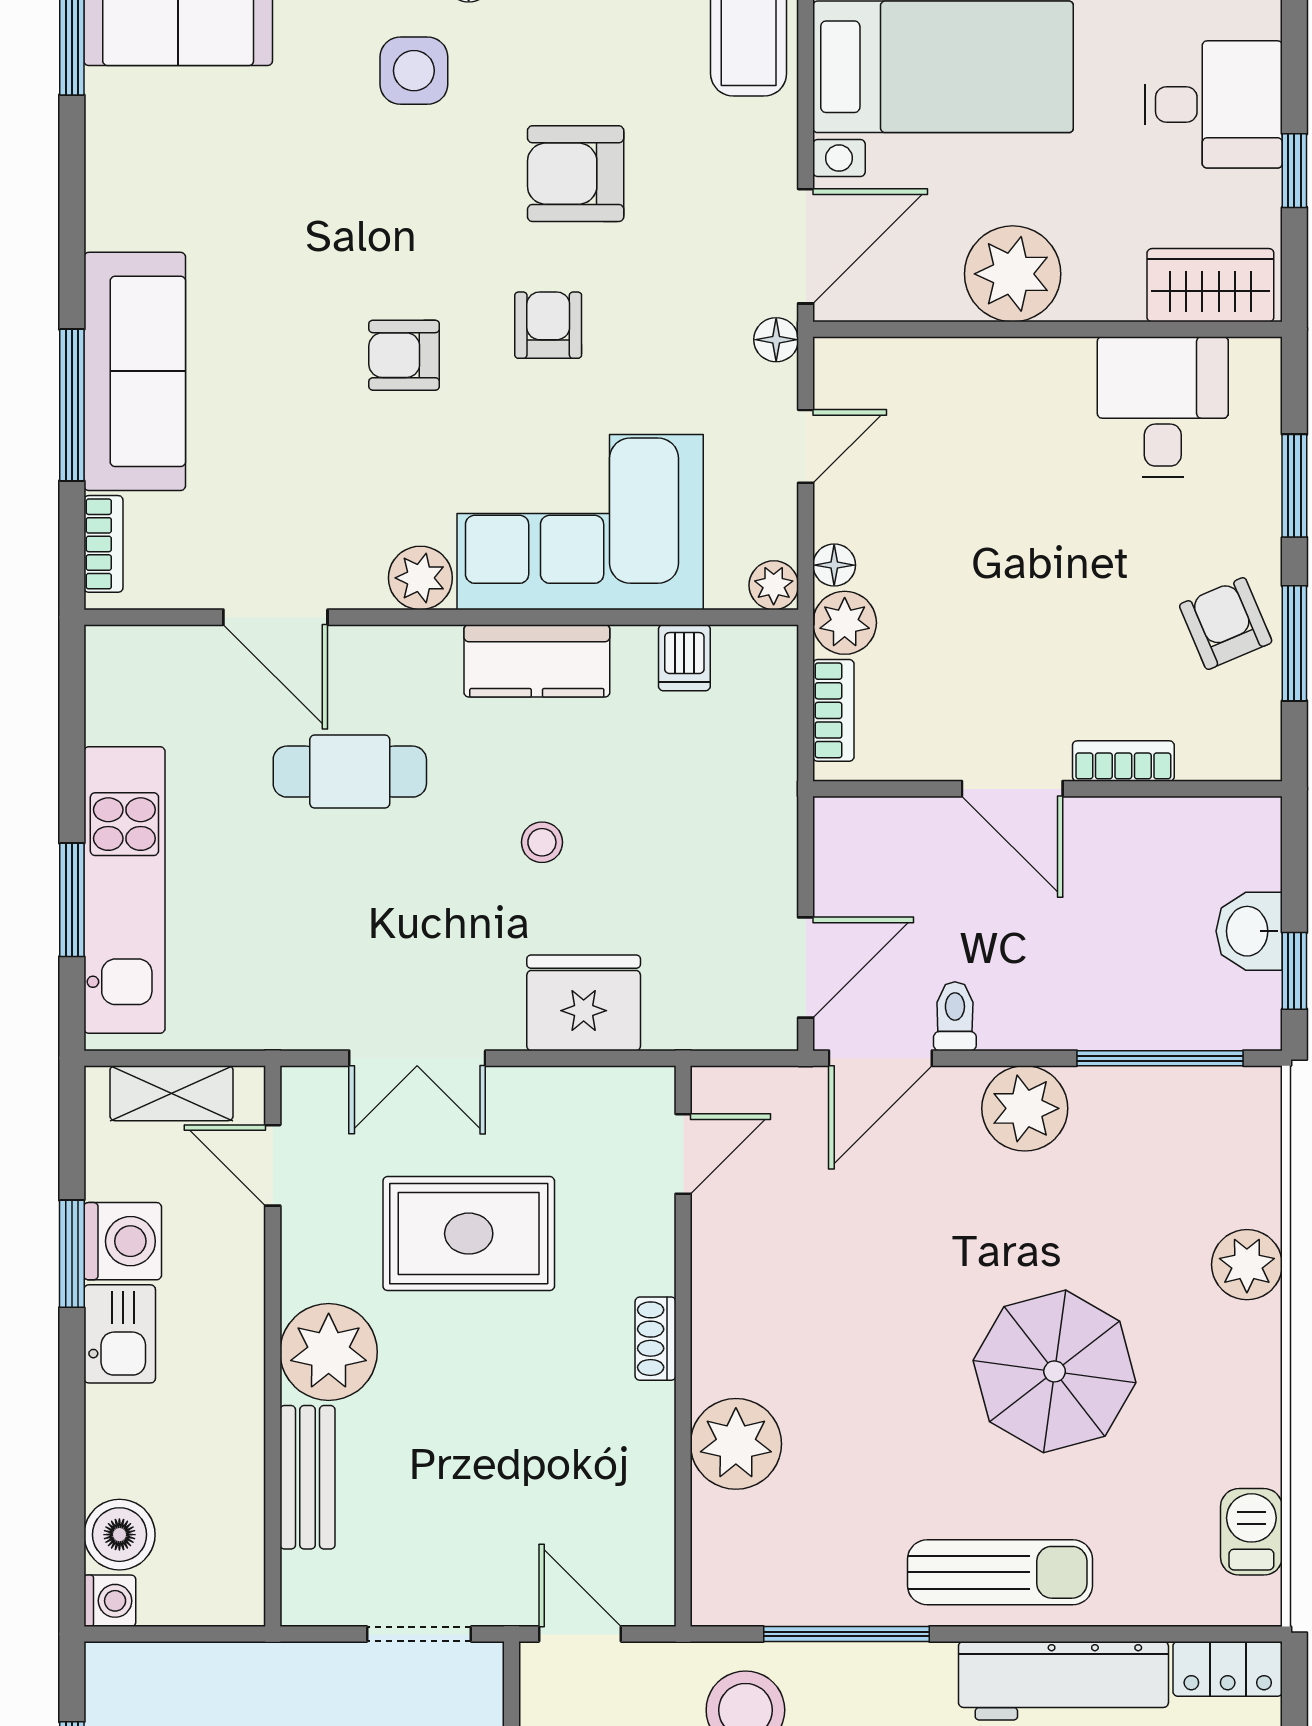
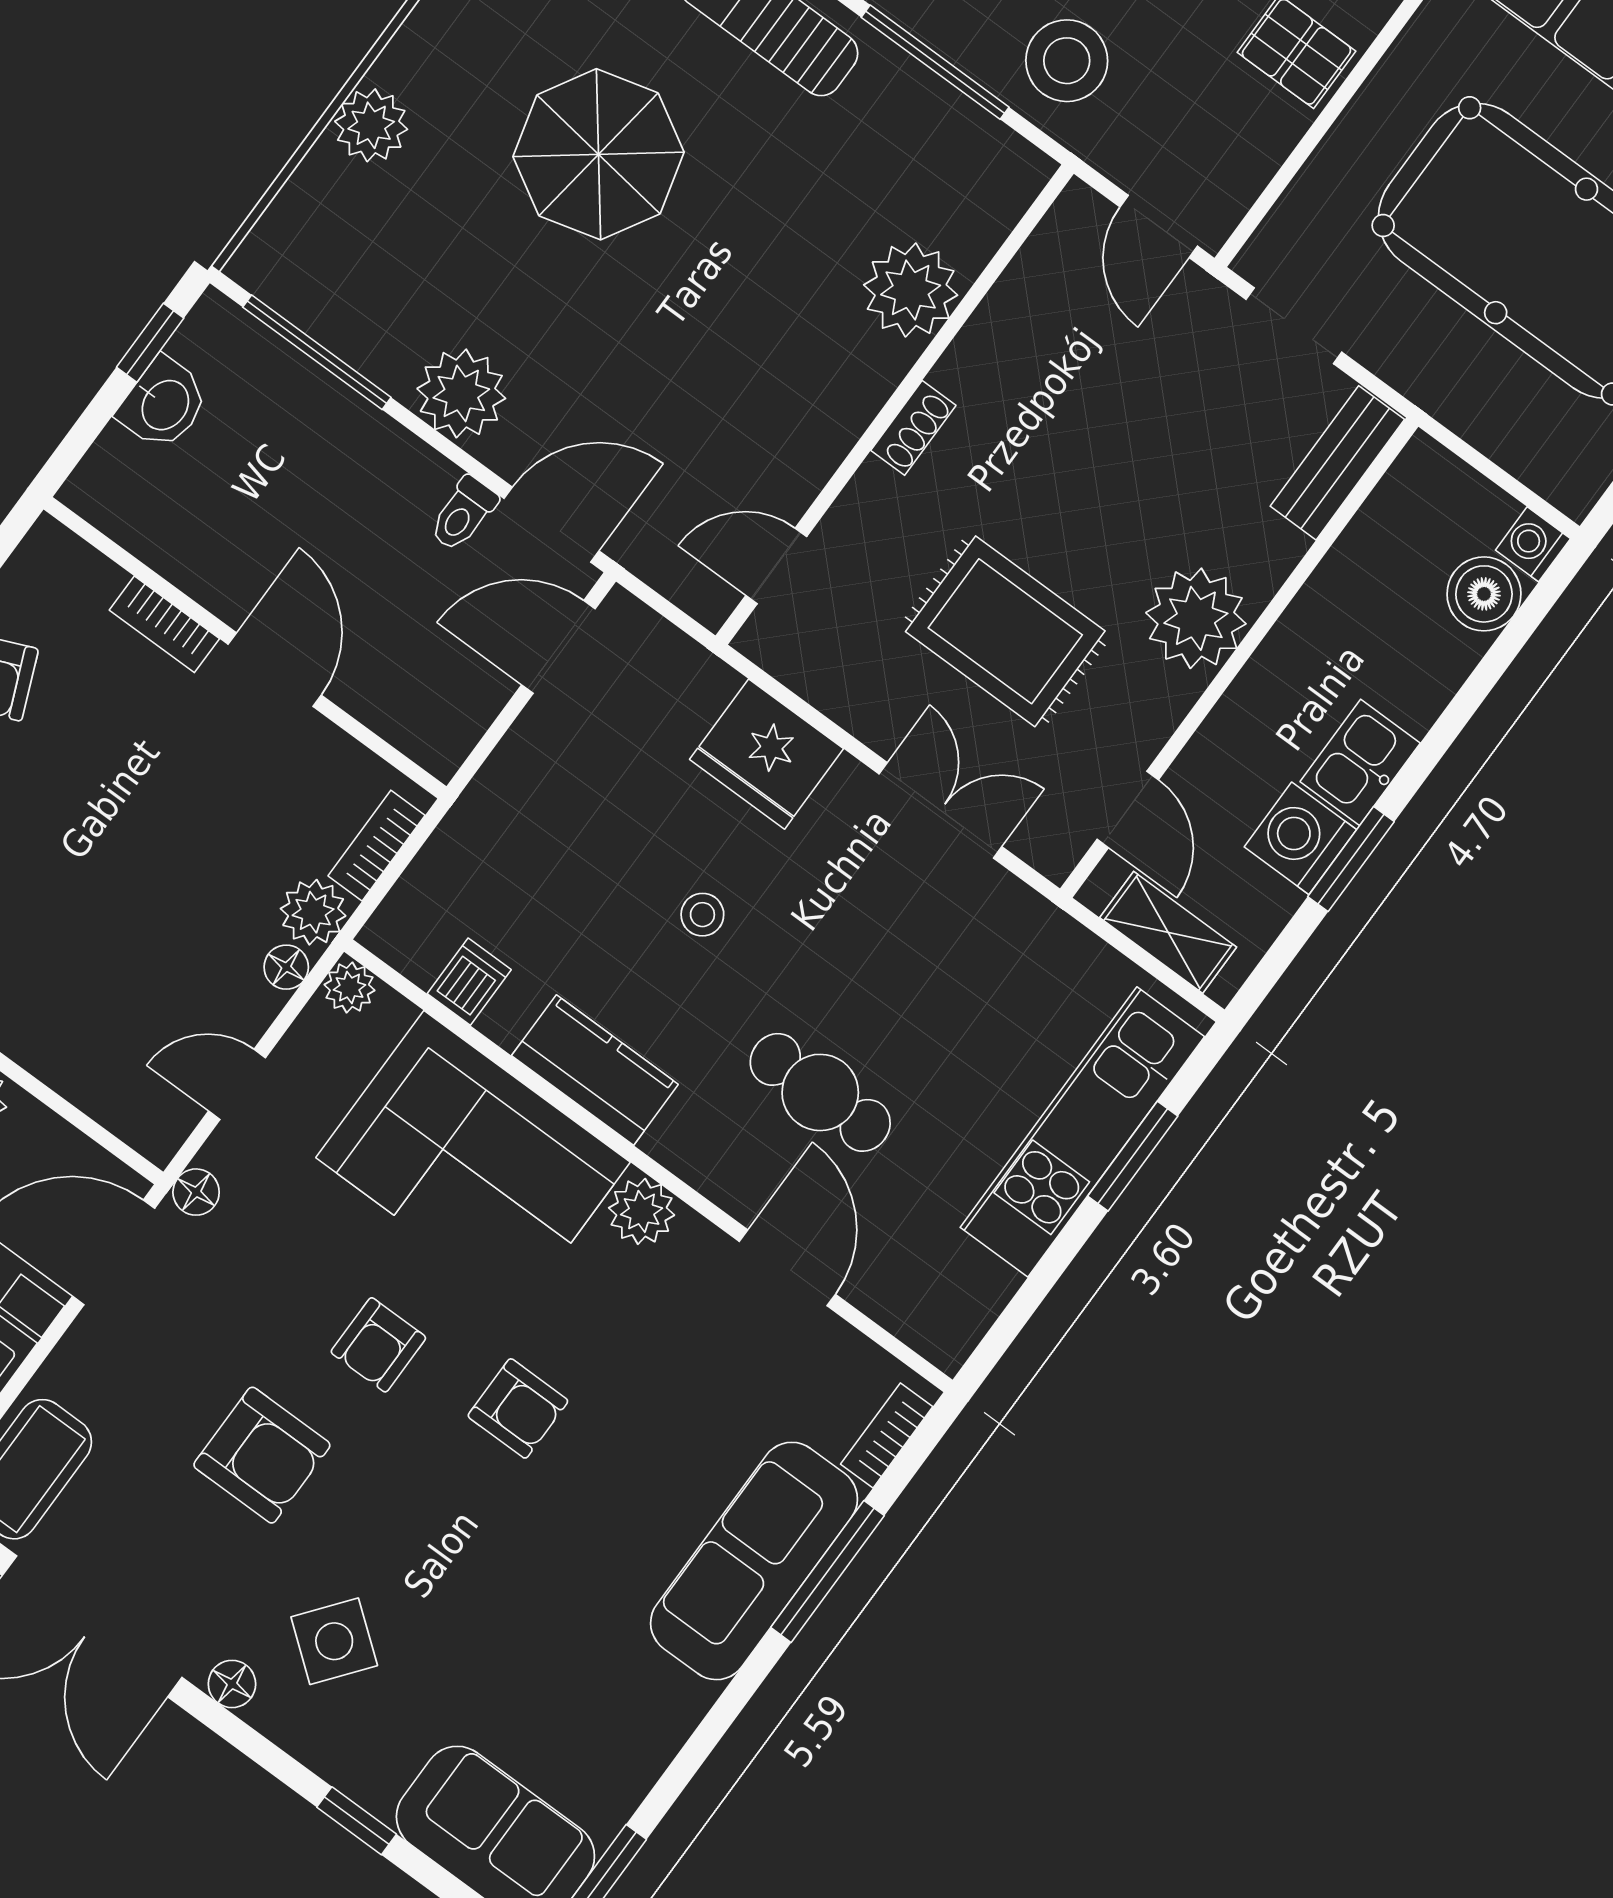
side table: (414, 71) -> (334, 1641), turned 38
bench: (307, 1477) -> (1337, 463), moved

